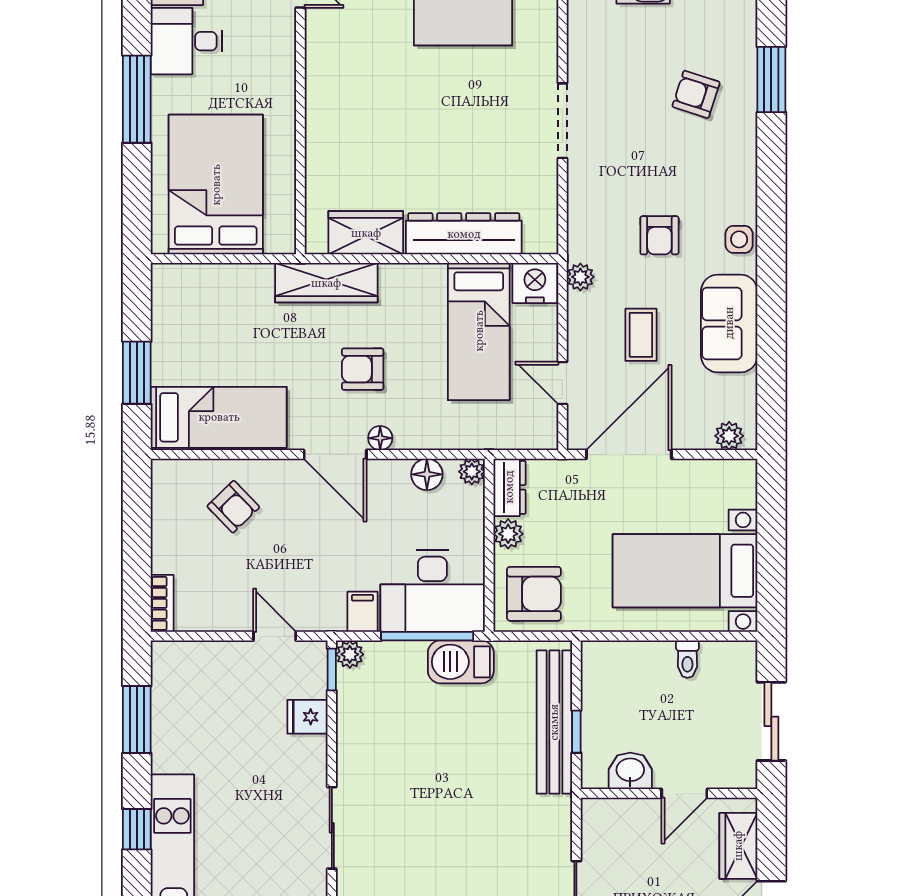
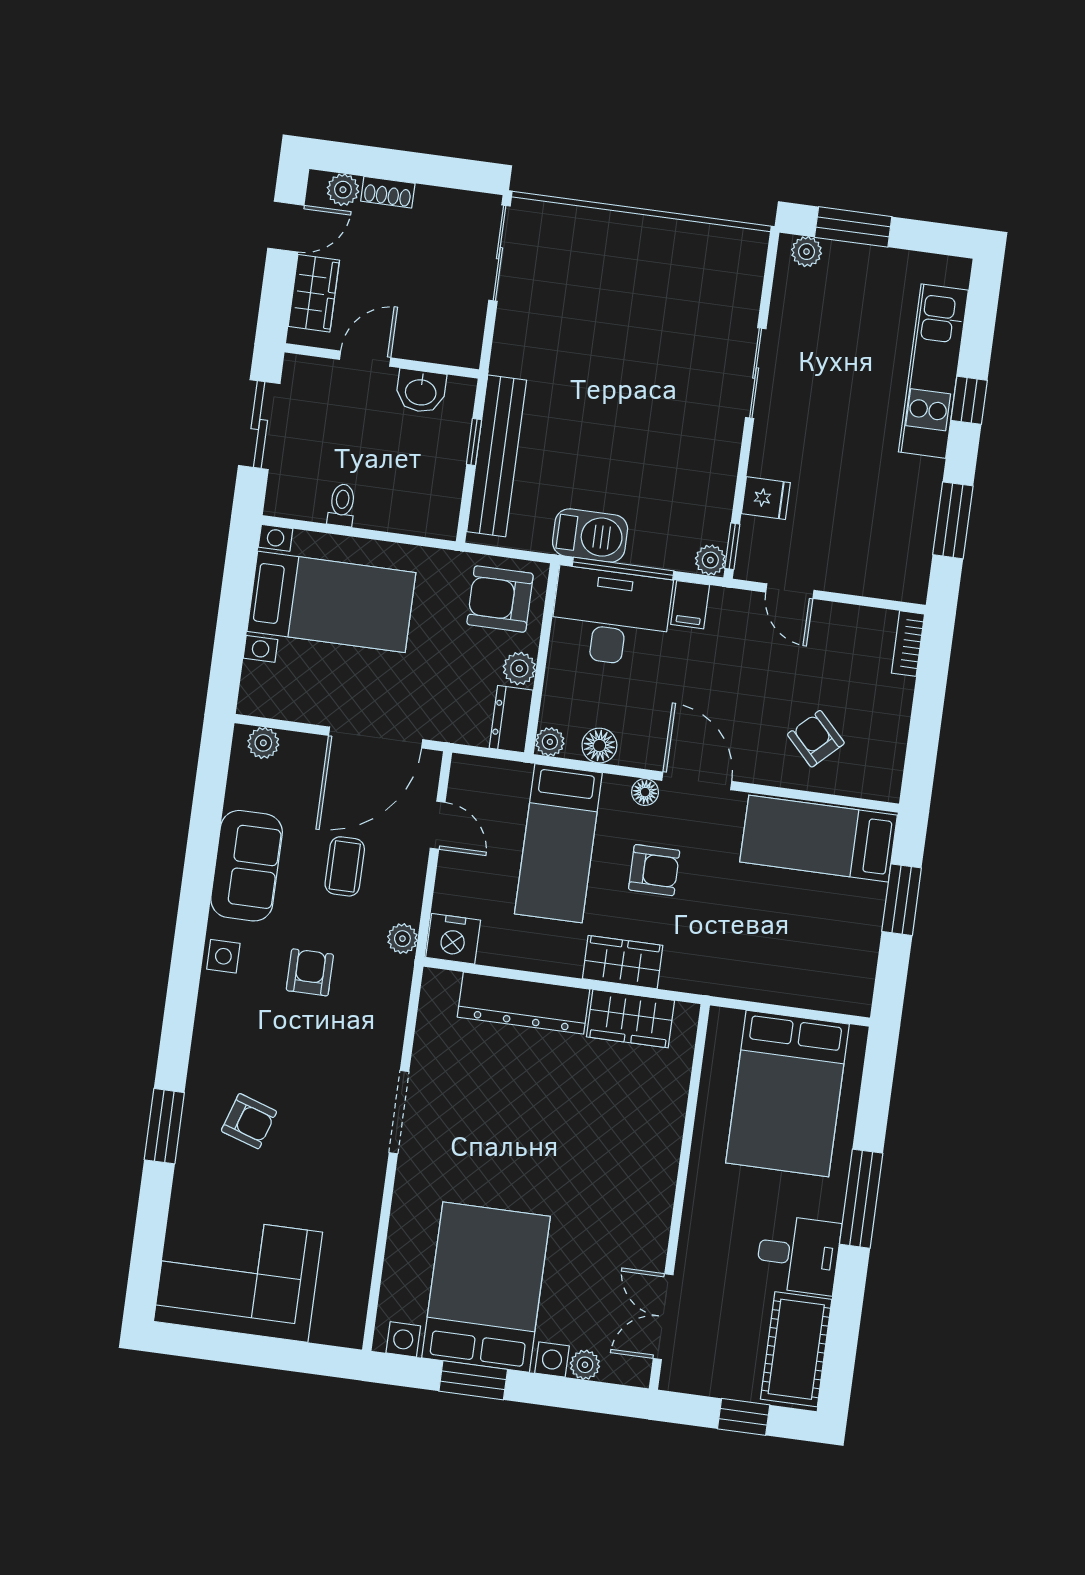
wardrobe: (326, 283) -> (623, 962), moved, width x0.67
bed: (479, 331) -> (558, 843), moved, turned 180

